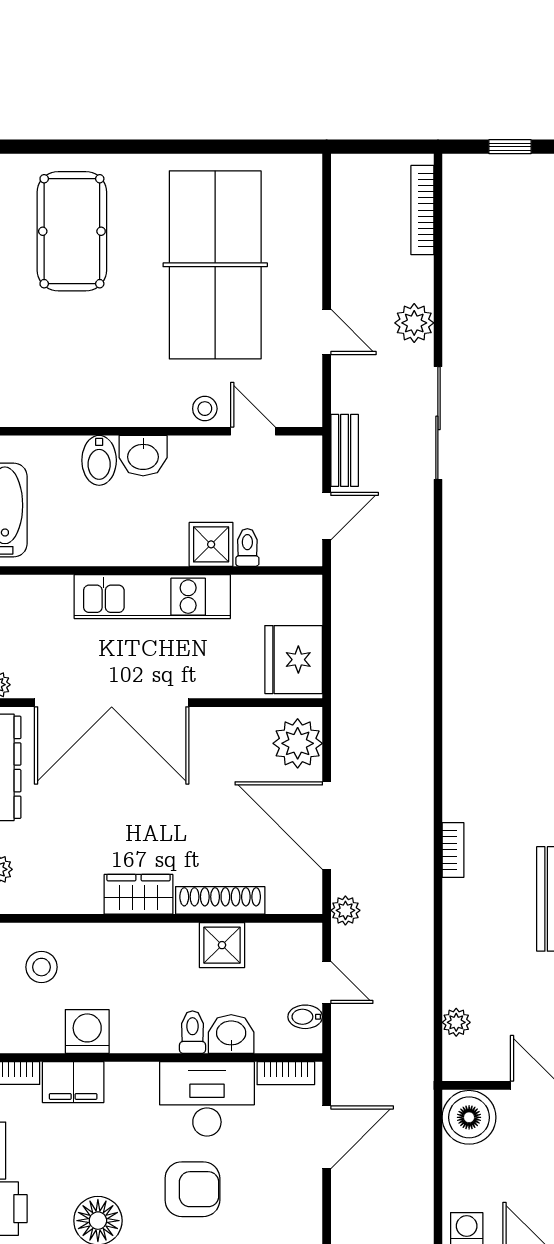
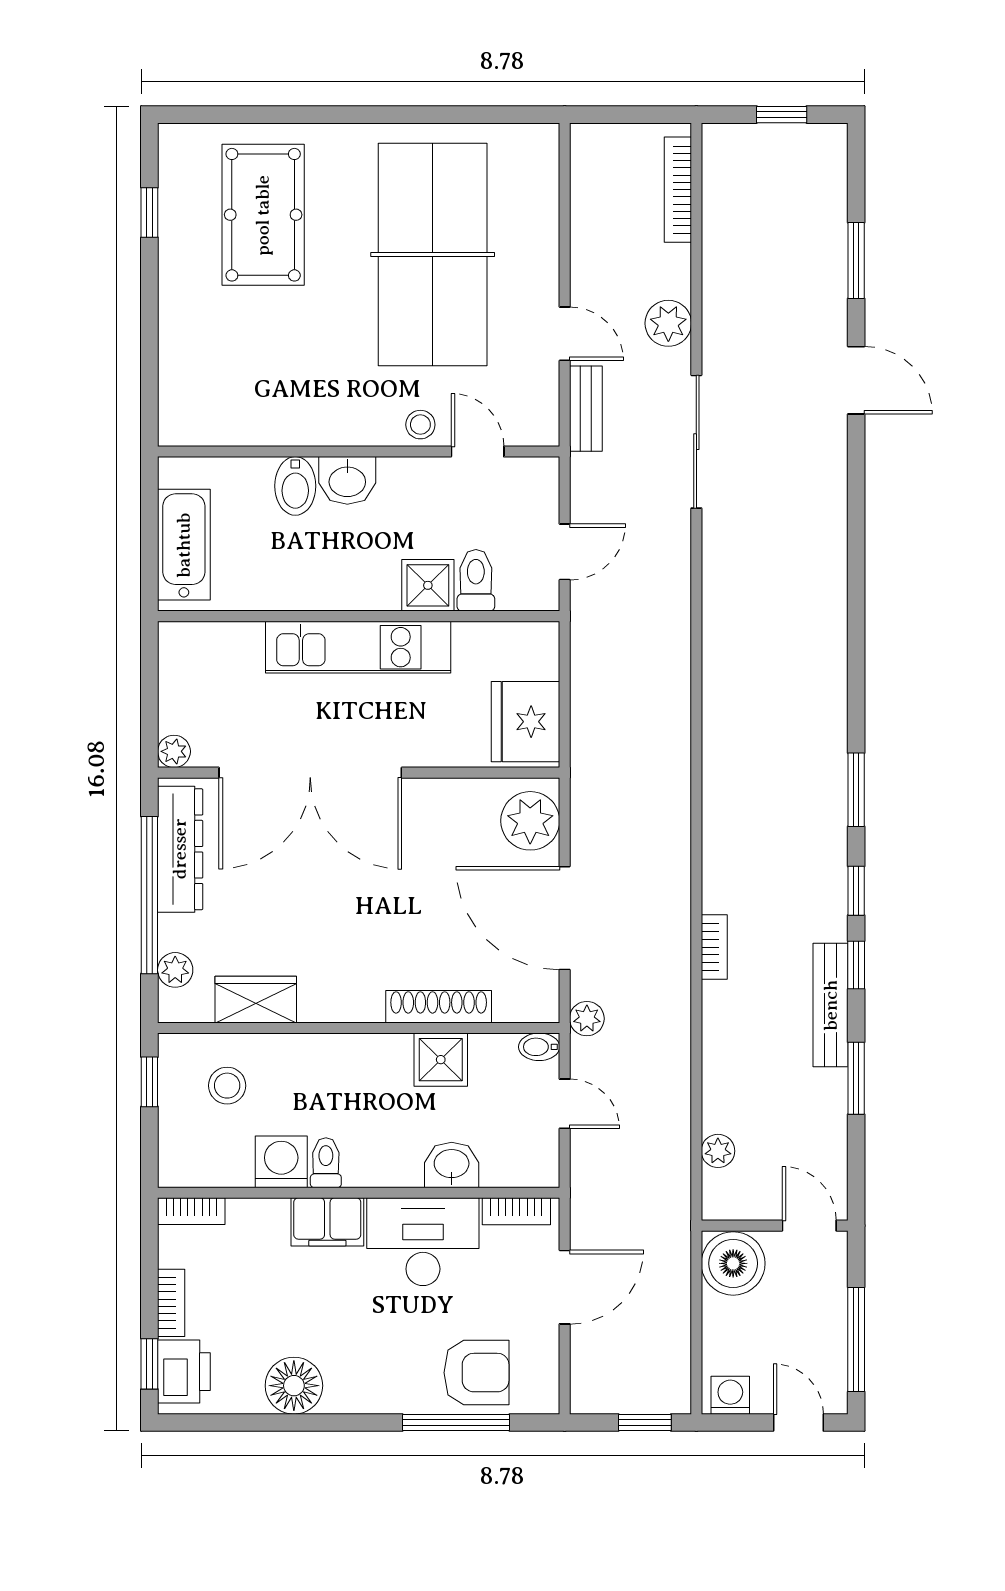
bench: (345, 450) -> (586, 409), moved
toilet: (247, 547) -> (476, 580), width x1.37, depth x1.39
wardrobe: (139, 894) -> (256, 1000), moved
bidet: (305, 1017) -> (539, 1047), moved
toilet: (192, 1032) -> (326, 1163), moved
filing cabinet: (73, 1082) -> (327, 1222), moved
armchair: (192, 1189) -> (477, 1373), moved

